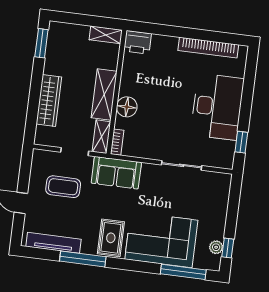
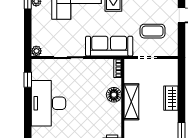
wardrobe: (49, 101) -> (171, 98), width x0.67
shelving: (101, 137) -> (130, 71), removed
sofa: (116, 173) -> (109, 46), width x1.36
plant: (224, 180) -> (36, 51), added

